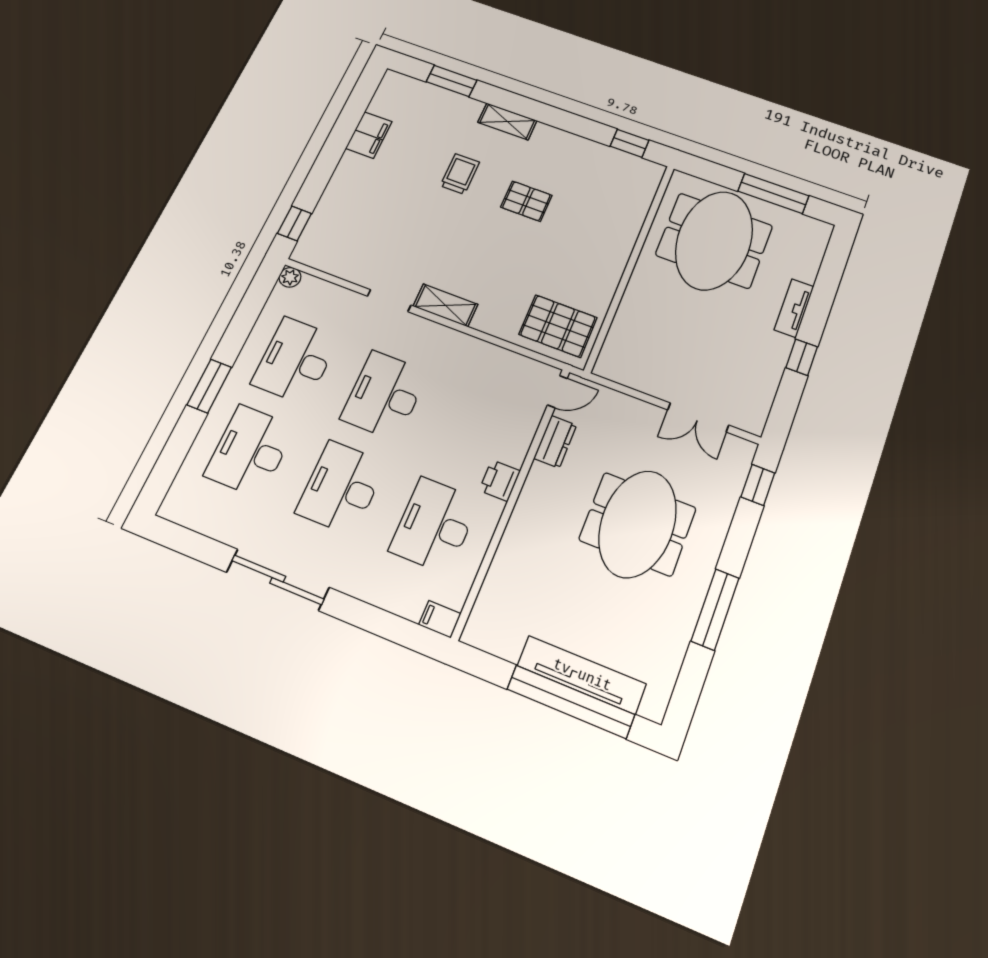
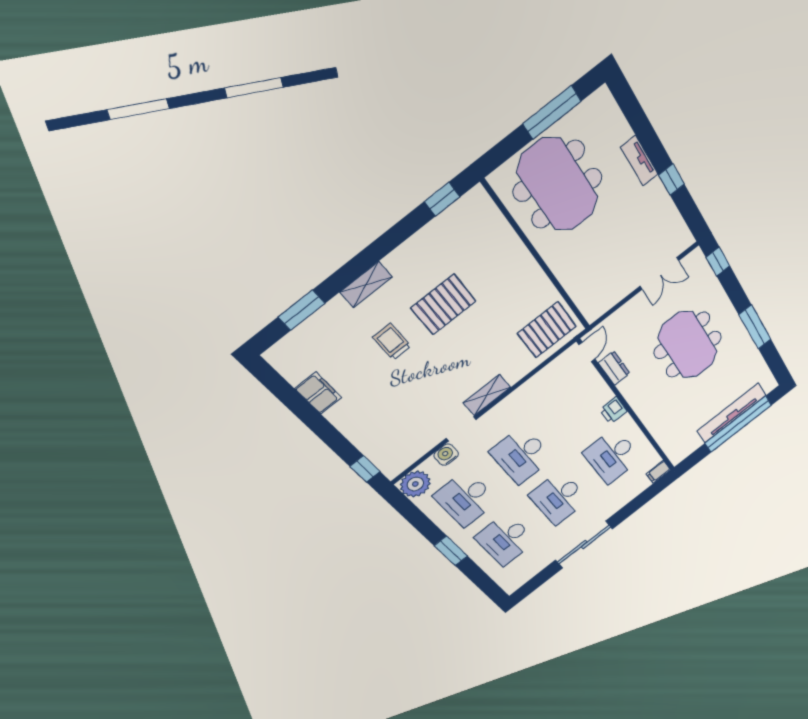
pallet: (526, 201) -> (443, 305), width x1.50, depth x1.42
plant: (290, 277) -> (415, 484), width x1.87, depth x1.87
water cooler: (348, 302) -> (446, 455), added

